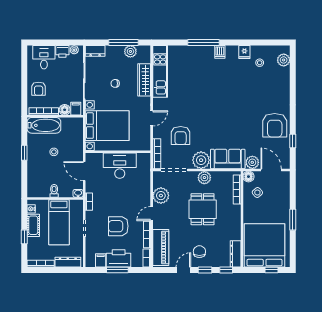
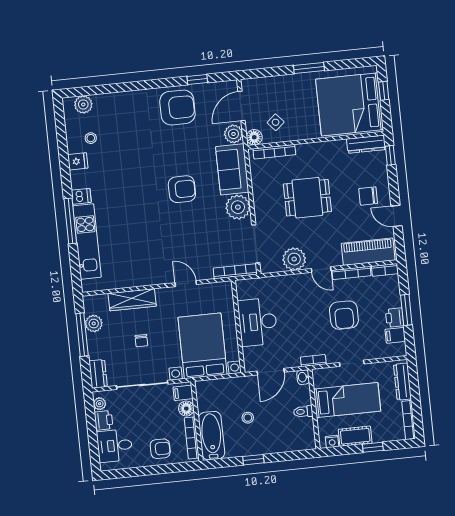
kitchen unit: (160, 71) -> (87, 241), moved, turned 90
armchair: (181, 136) -> (182, 189), moved
plant: (204, 178) -> (262, 200), removed
printer: (119, 258) -> (395, 318), width x0.53, depth x0.68
window: (205, 270) -> (393, 185), removed

